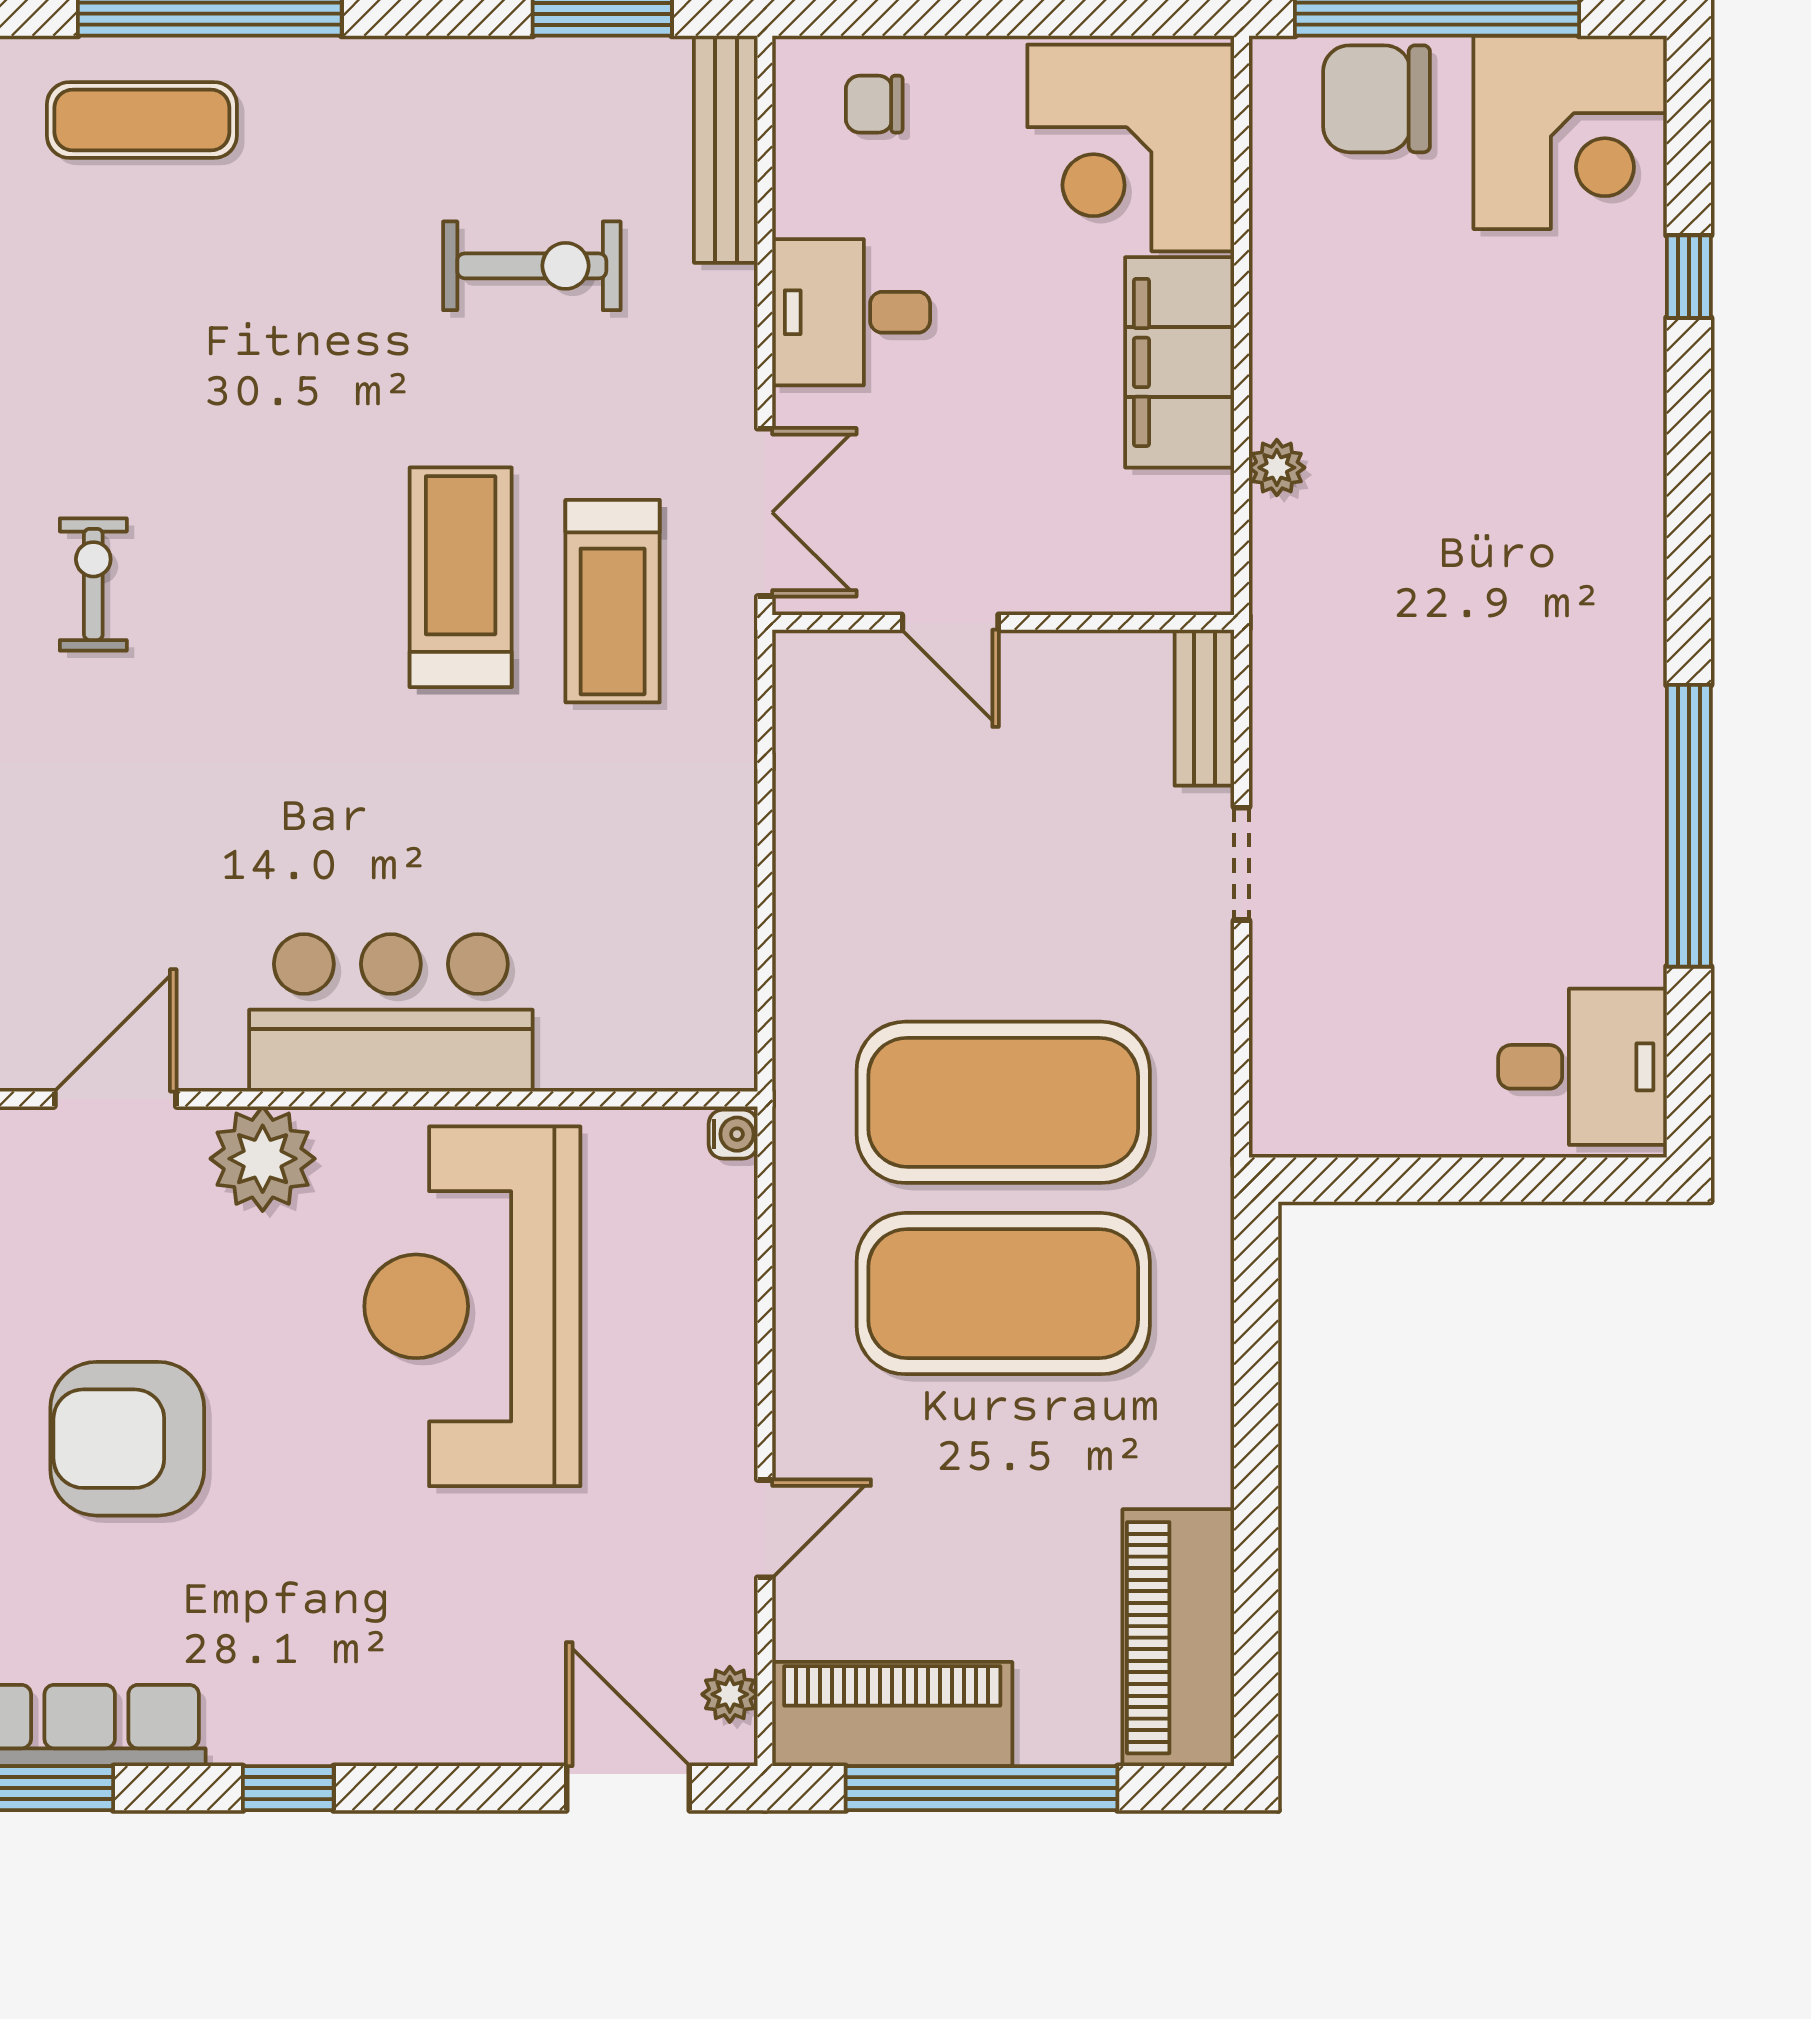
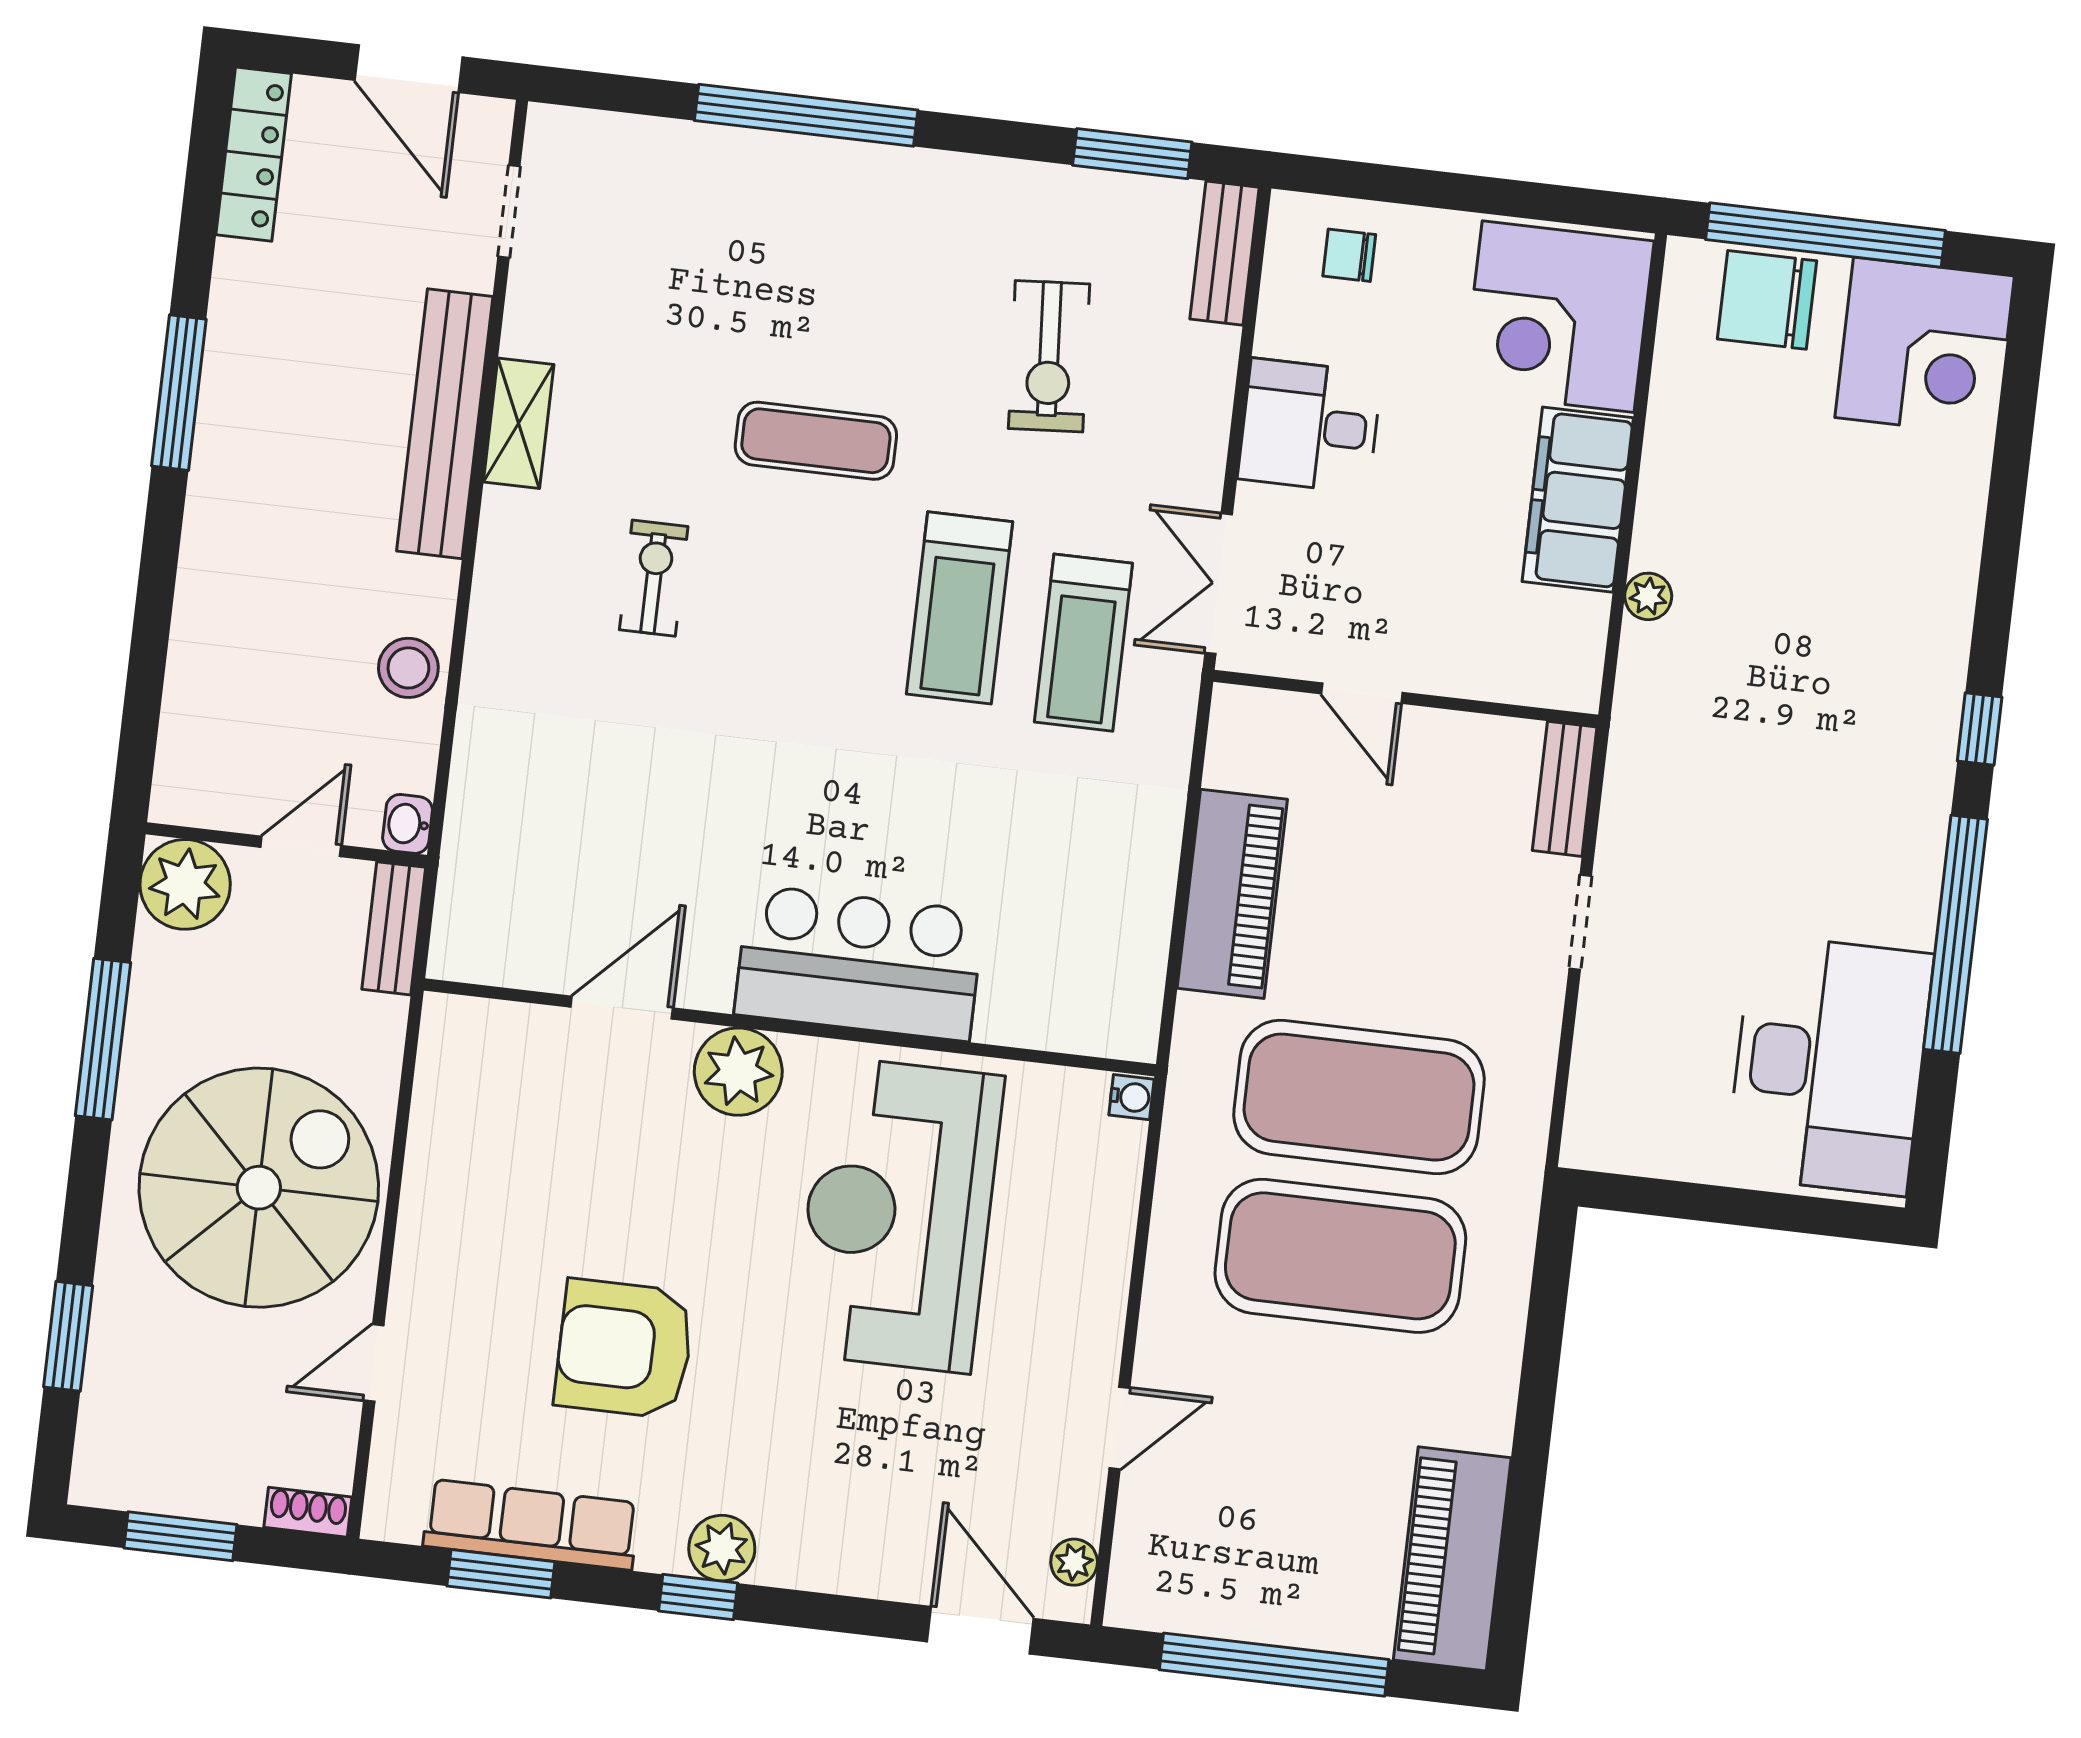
exercise mat: (142, 120) -> (816, 441), moved
bench: (726, 149) -> (1224, 253), width x0.73
exercise bike: (532, 266) -> (1049, 356), turned 86
window: (1689, 277) -> (1980, 729), moved
double door: (765, 512) -> (1219, 584), swing flipped
treadmill: (461, 577) -> (960, 608), turned 180
desk: (1582, 1067) -> (1829, 1065), width x1.87, depth x1.30
armchair: (127, 1439) -> (624, 1349), moved
piano: (892, 1714) -> (1232, 894), moved, turned 90
plant: (309, 1727) -> (722, 1548), added

